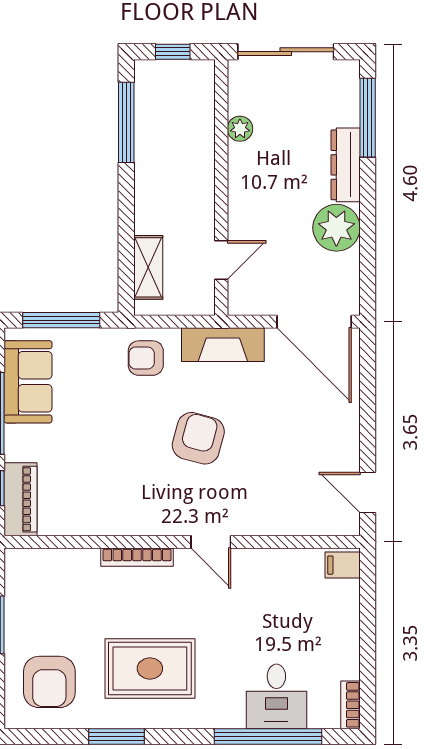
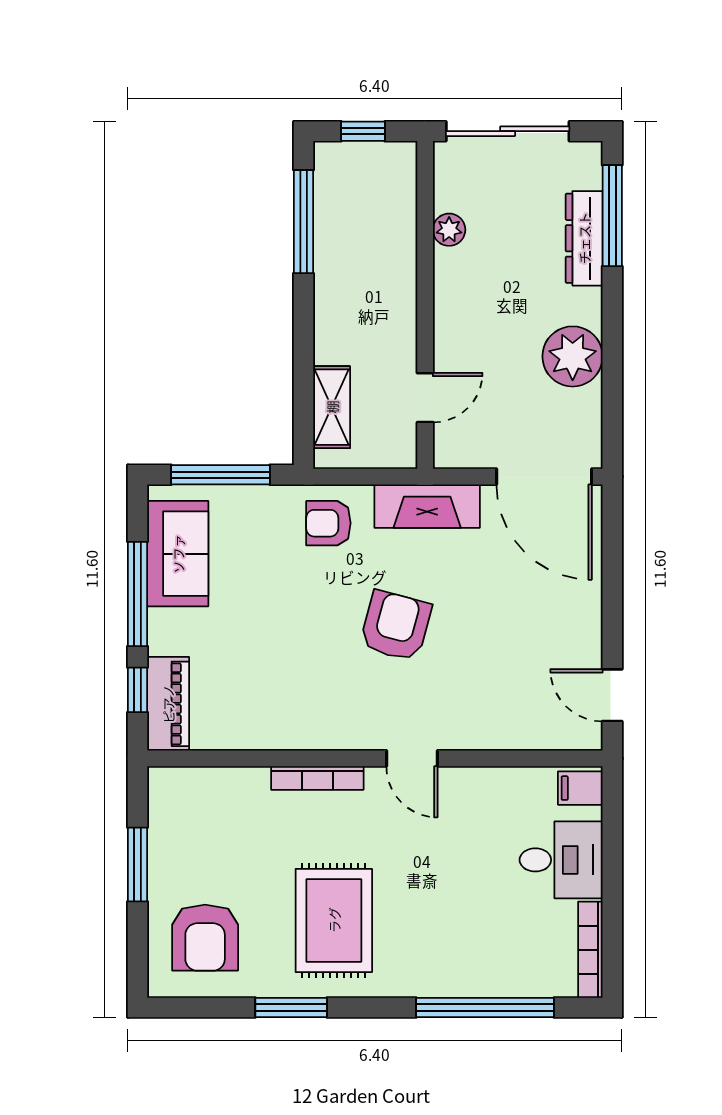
dresser: (346, 165) -> (584, 238), moved
rug: (150, 669) -> (334, 920), turned 90
desk: (276, 696) -> (561, 860), moved, turned -90
bookcase: (350, 705) -> (590, 950), width x1.56

